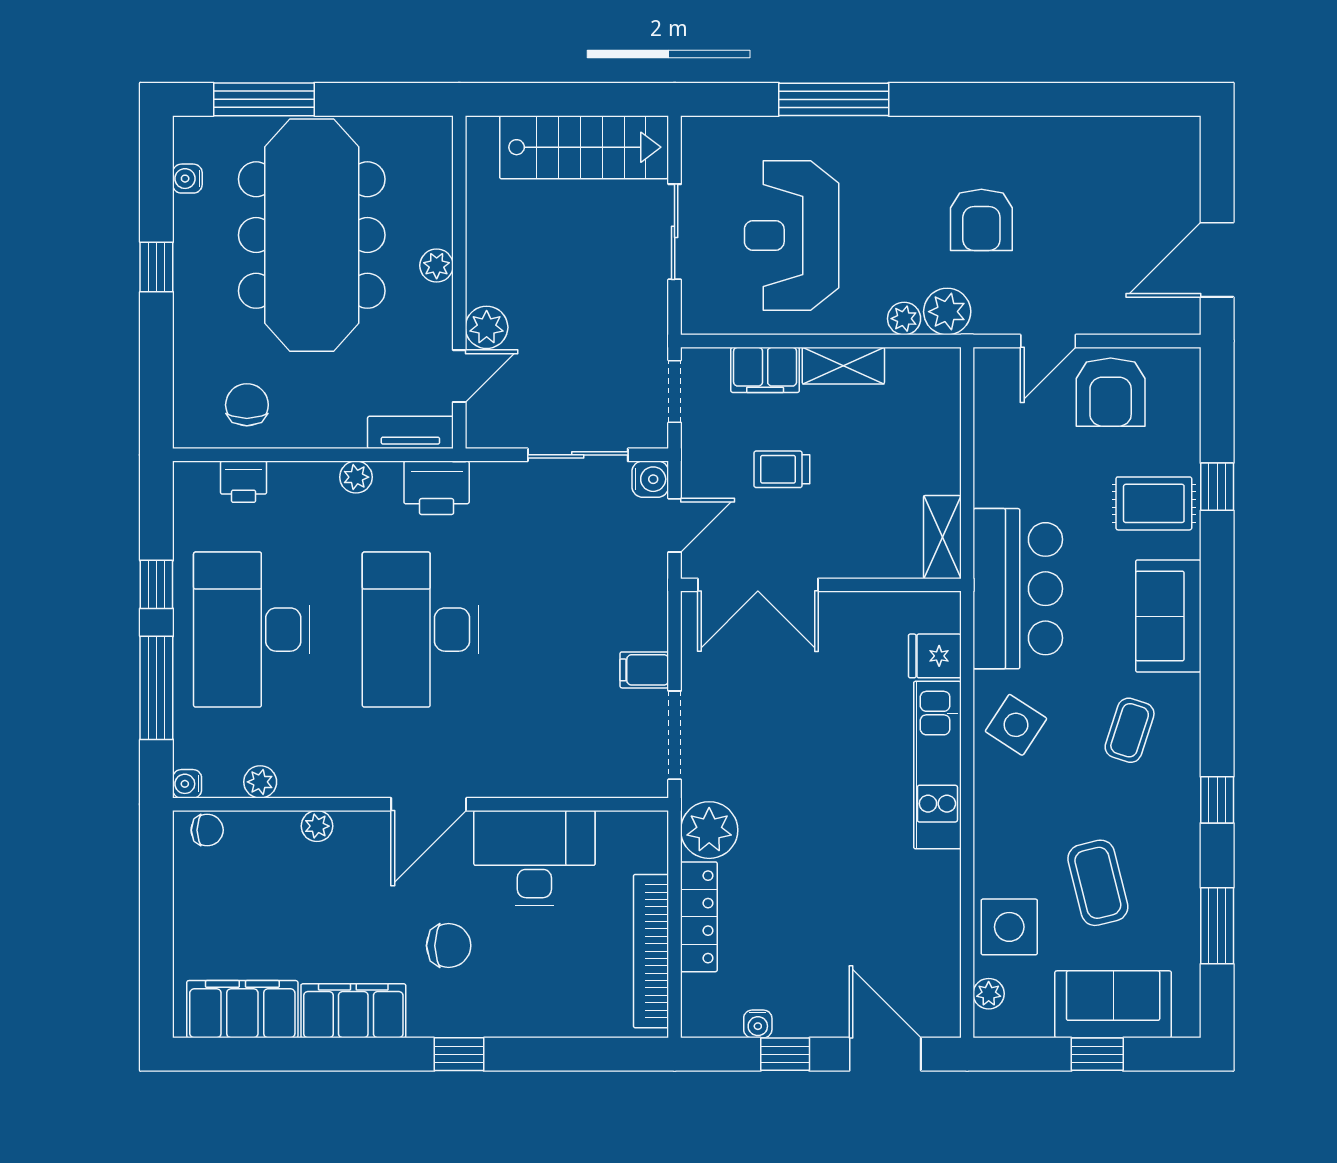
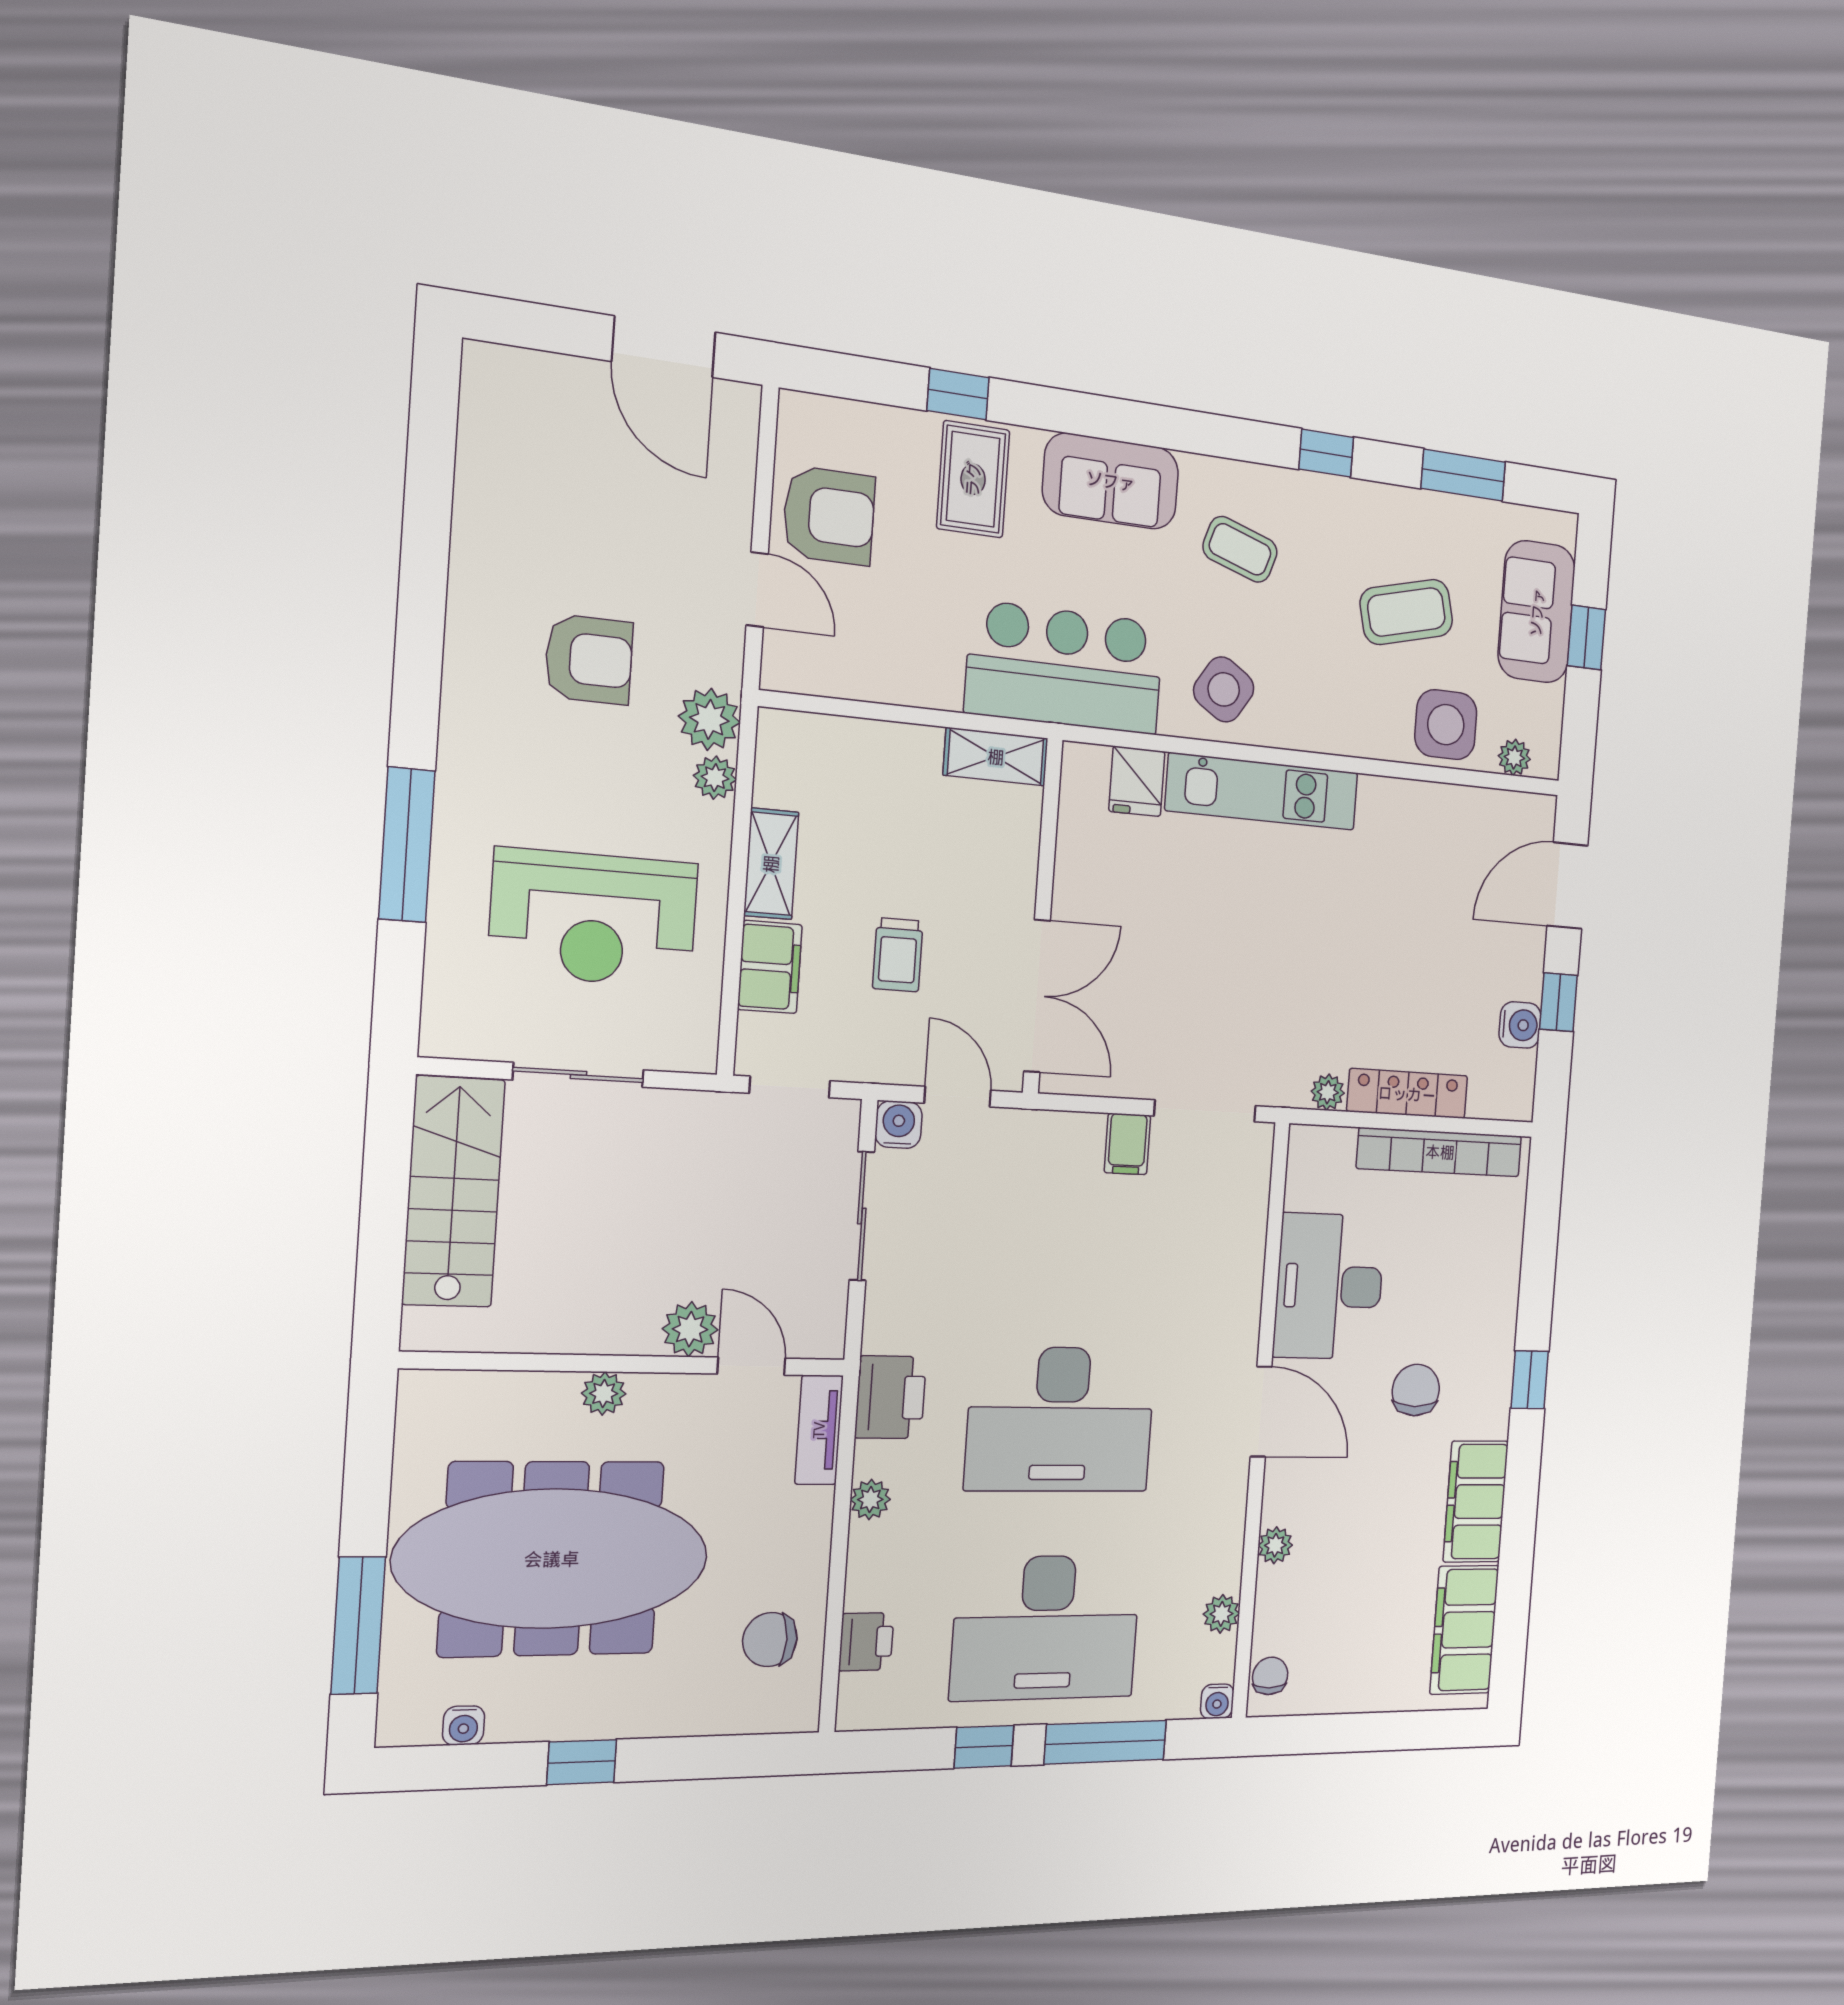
plant: (709, 830) -> (1328, 1092), width x0.53, depth x0.53
water cooler: (758, 1024) -> (1520, 1025), width x1.38, depth x1.38

